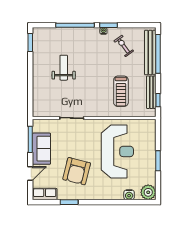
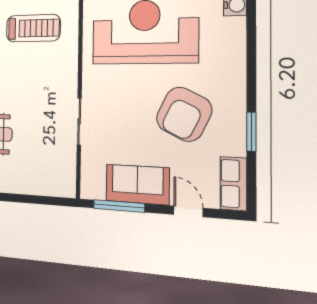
armchair: (77, 171) -> (184, 114), turned 102

